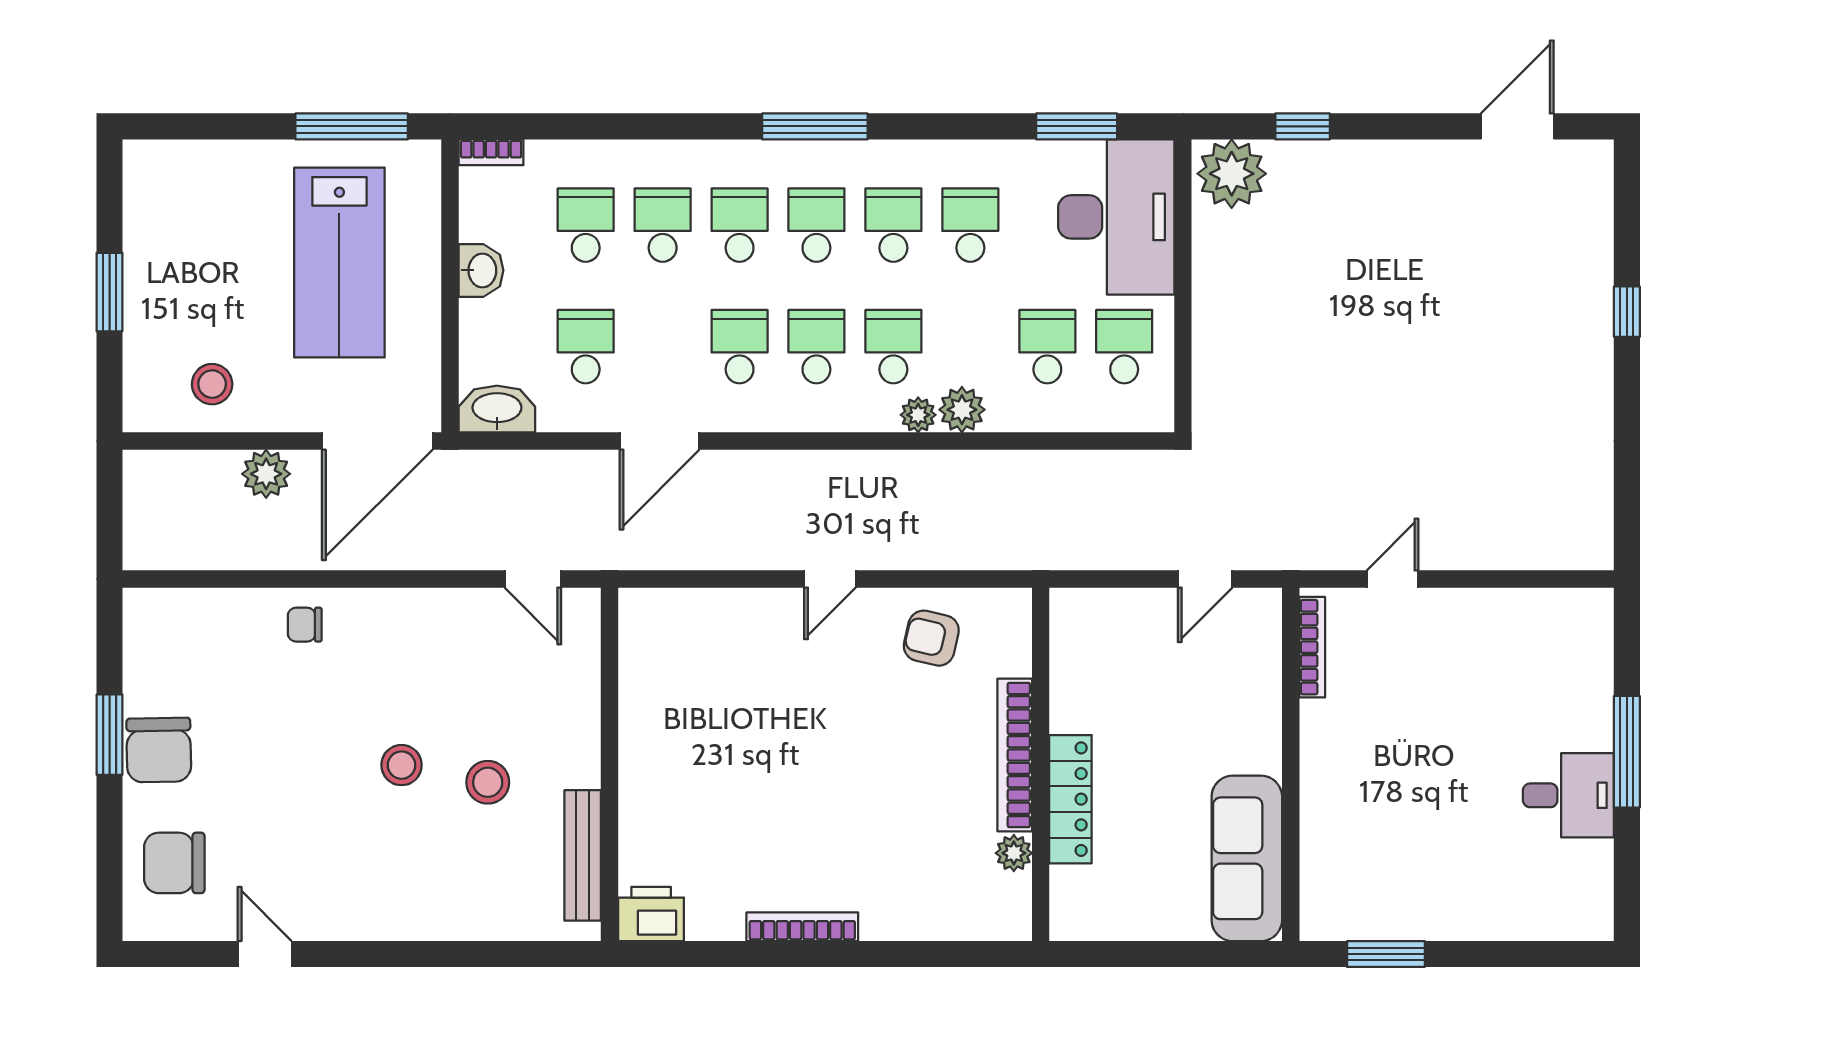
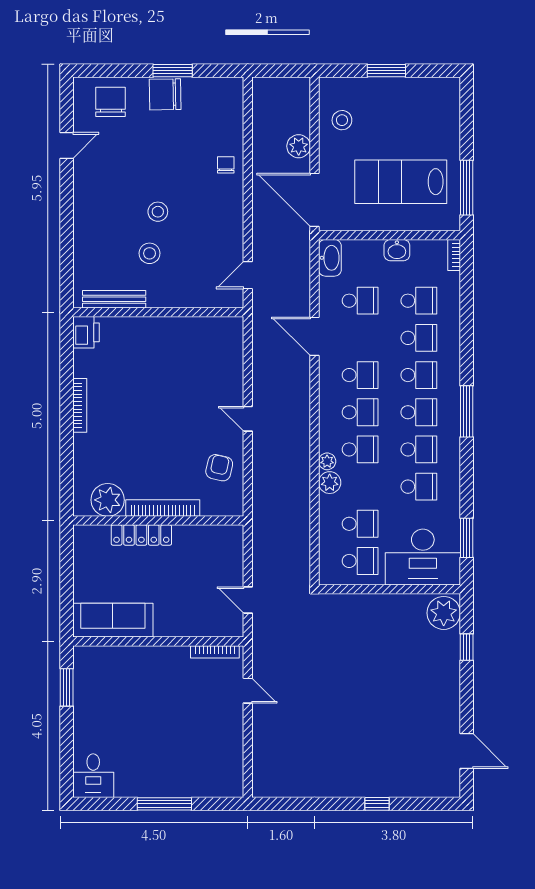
desk: (1568, 795) -> (93, 776), moved
plant: (1014, 853) -> (108, 500), width x1.88, depth x1.88

